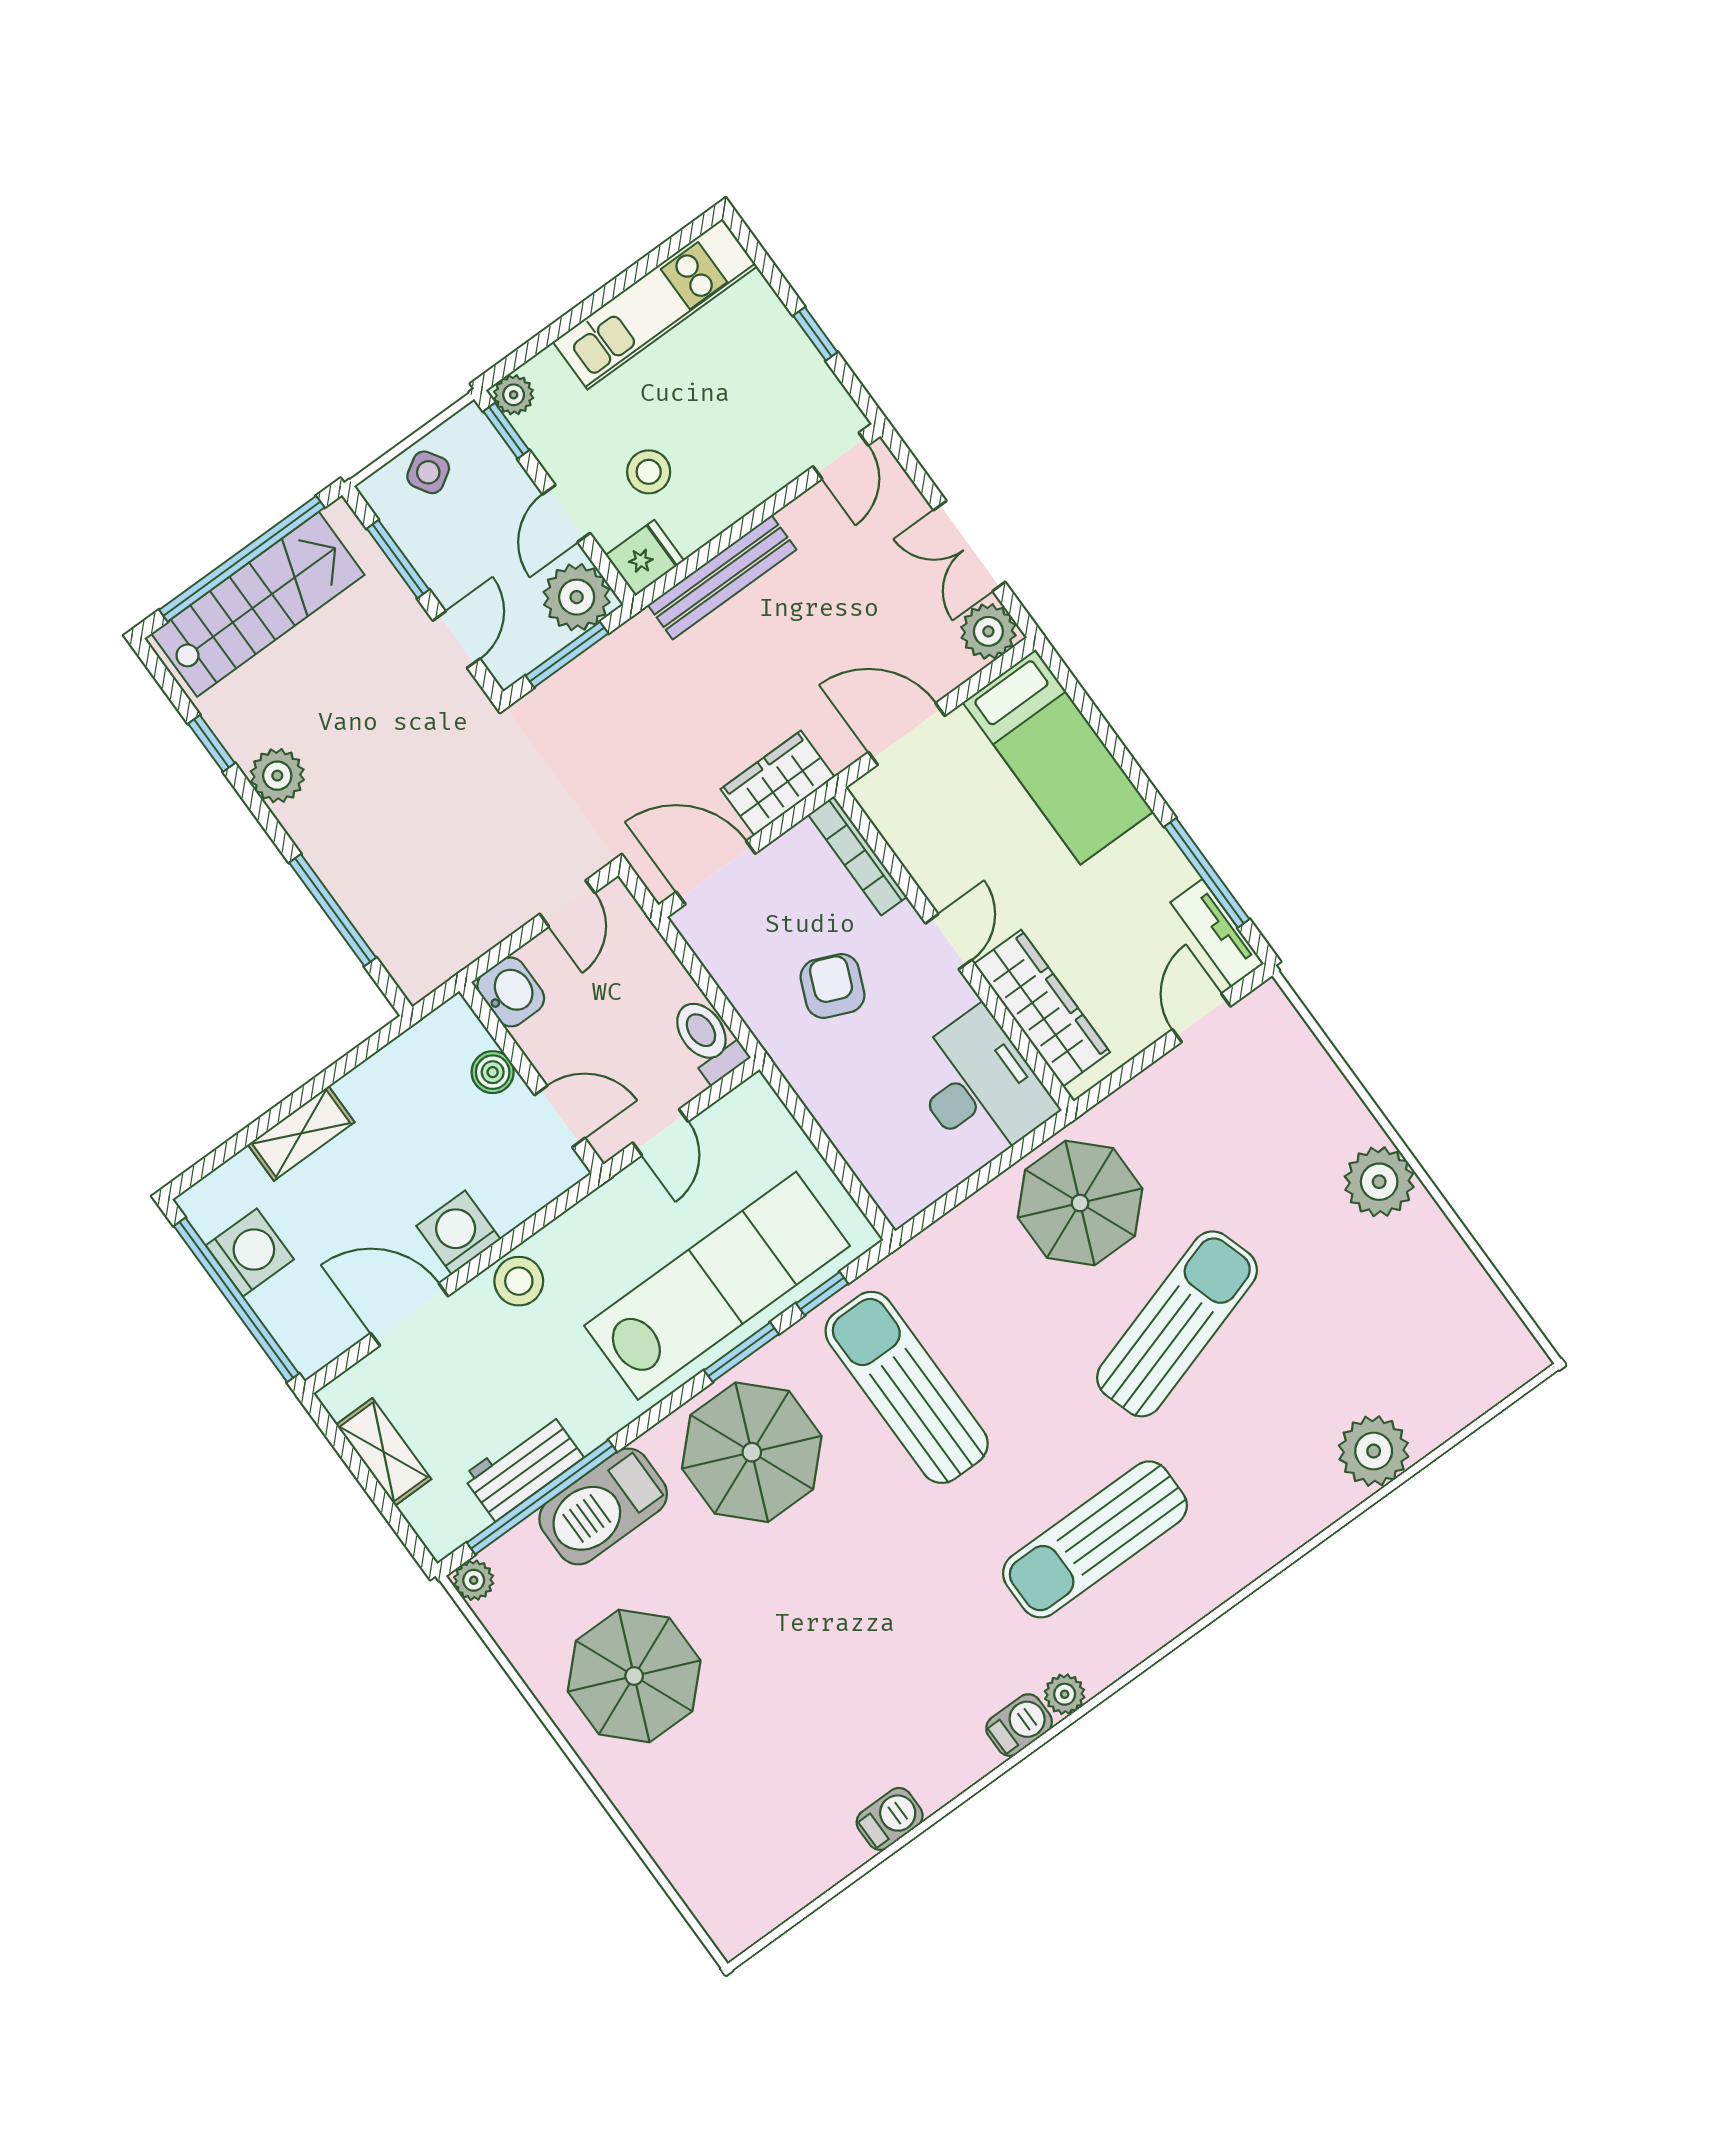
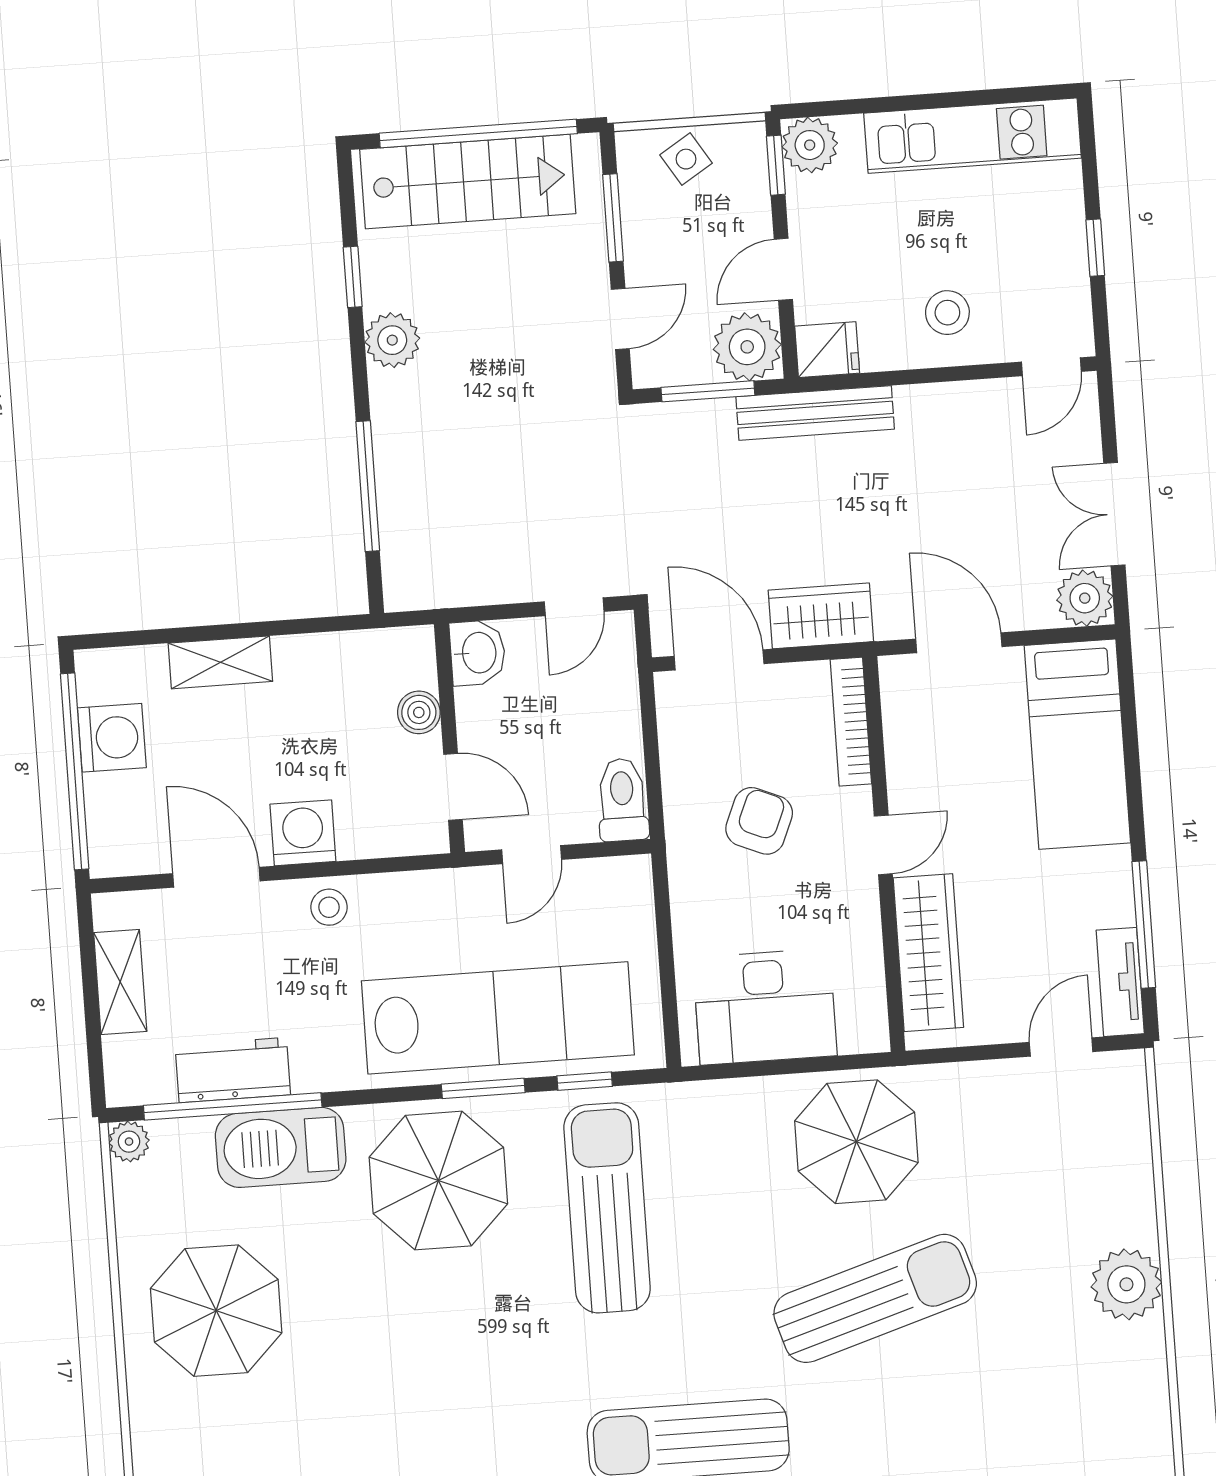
plant: (514, 395) -> (810, 145), width x1.38, depth x1.38
stool: (649, 472) -> (947, 313), moved
bench: (722, 577) -> (815, 413), moved
desk: (979, 1087) -> (765, 1007), moved, turned 90
stool: (519, 1281) -> (329, 907), width x0.73, depth x0.73

